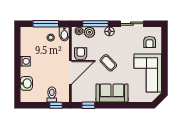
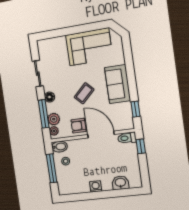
armchair: (150, 42) -> (55, 51), removed
toilet: (52, 94) -> (127, 138), moved

